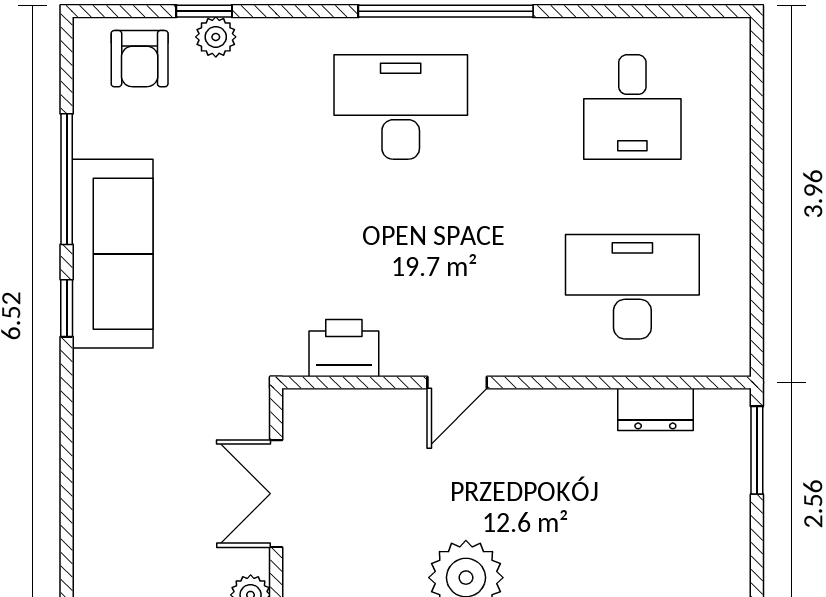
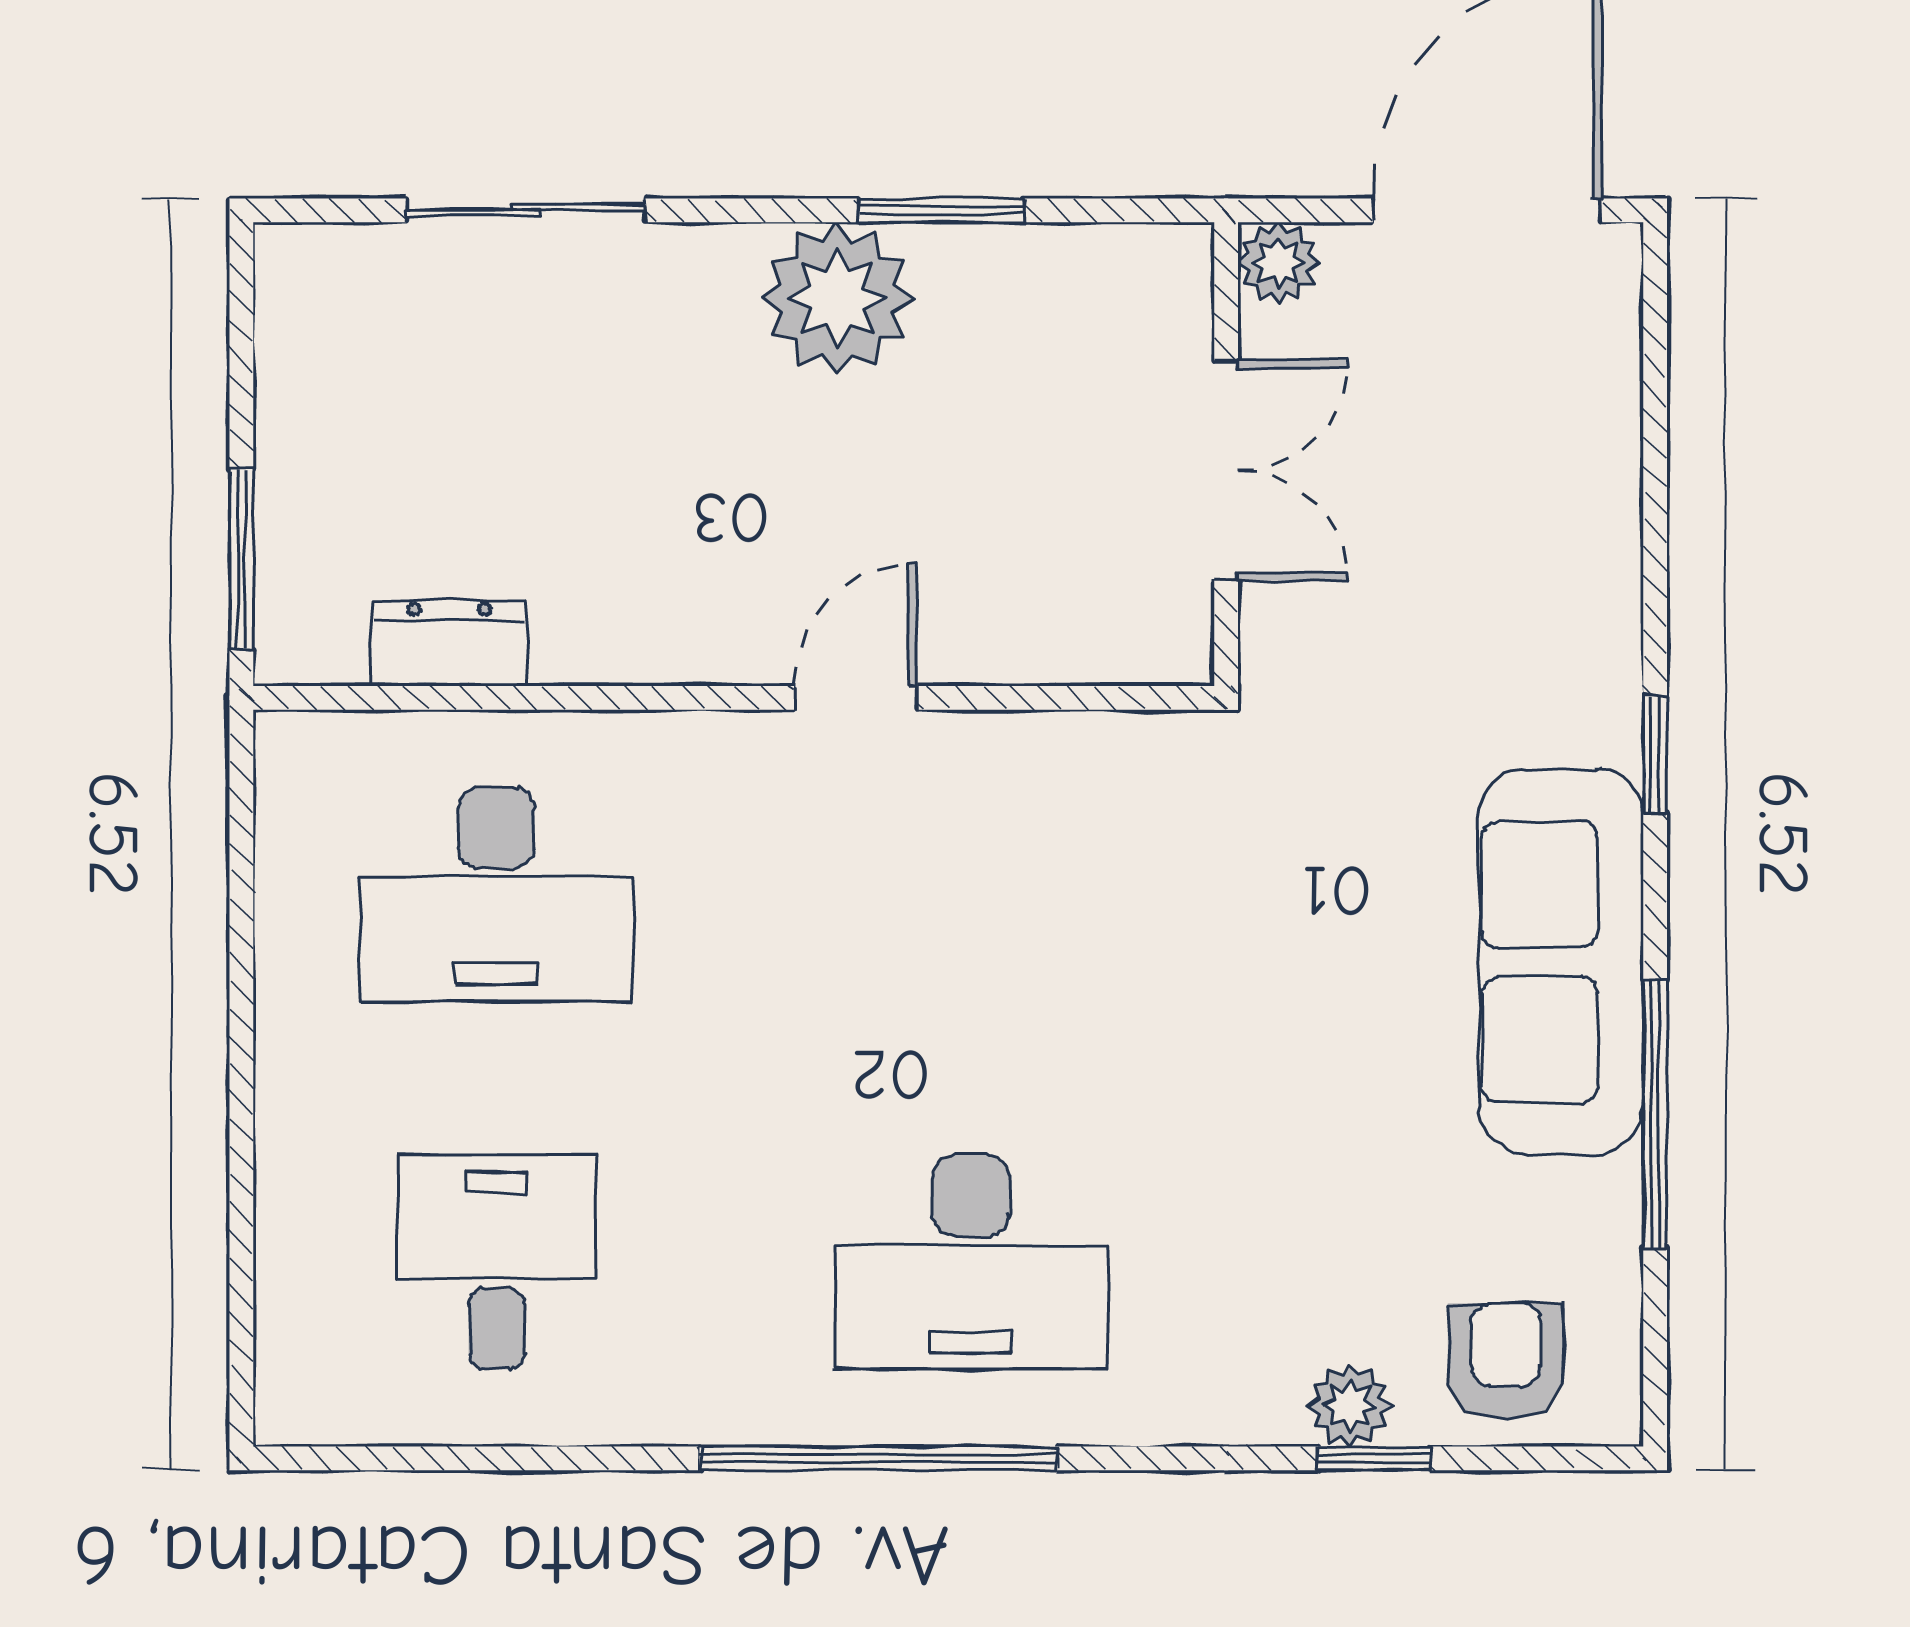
window: (67, 308) -> (1655, 755), moved
printer: (344, 348) -> (1087, 768), removed

